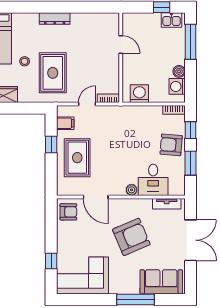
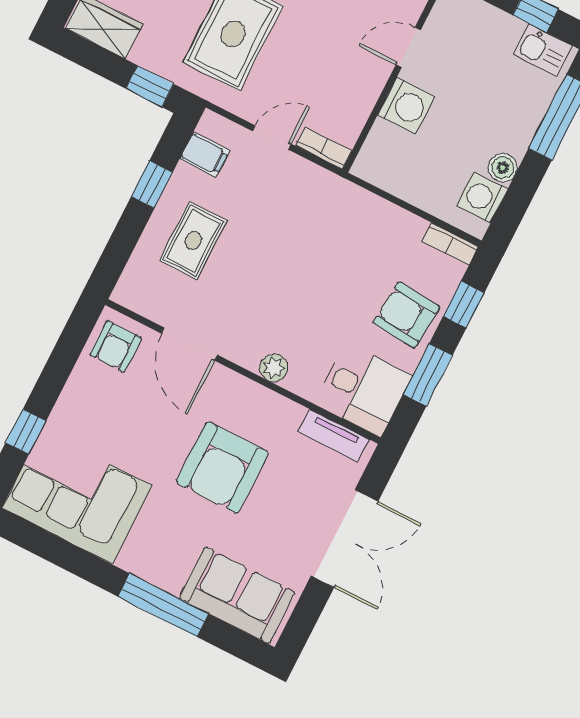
door: (121, 44) -> (408, 47), swing flipped
washing machine: (139, 94) -> (406, 106), moved, turned 90
window: (32, 108) -> (150, 86), added
rug: (77, 158) -> (193, 241), width x0.73, depth x0.70
desk: (153, 180) -> (363, 390), moved, turned -90
armchair: (68, 212) -> (116, 346), turned 90
armchair: (131, 237) -> (222, 468), turned 113

